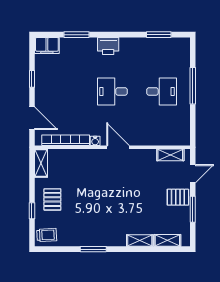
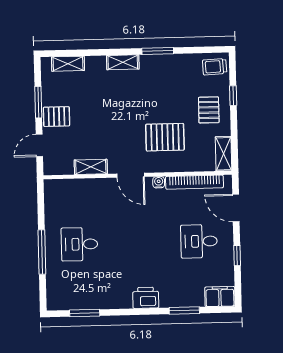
desk: (112, 91) -> (199, 241), moved, turned 180
shelving: (170, 155) -> (91, 167), moved
pallet: (89, 178) -> (165, 137), added
shelving: (140, 240) -> (123, 62), moved

